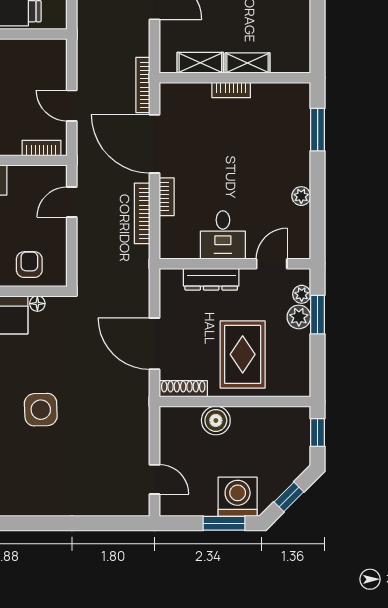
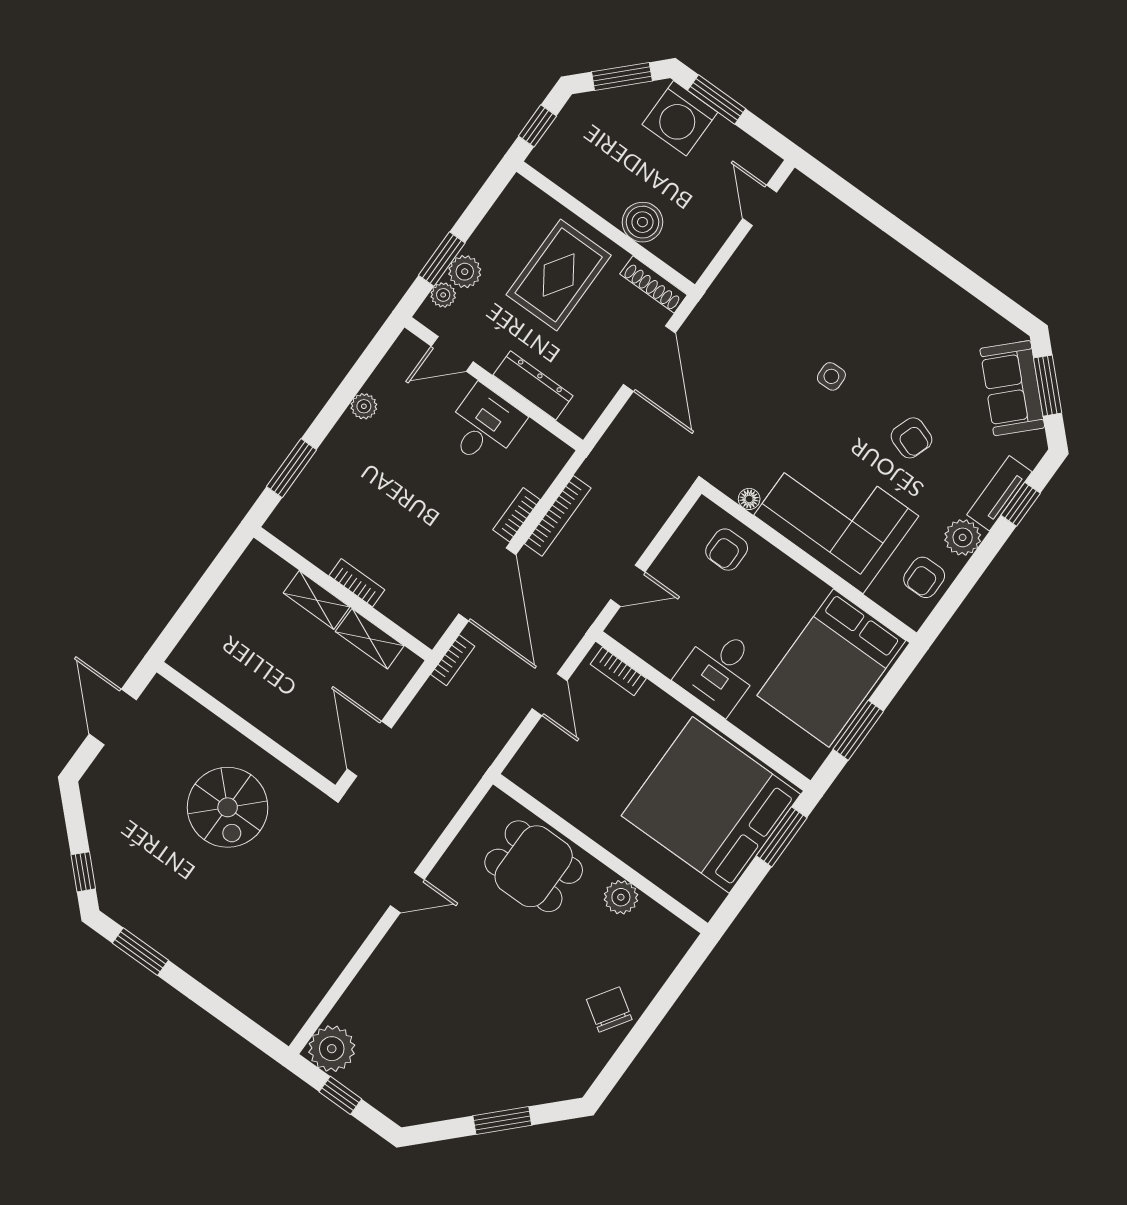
bookcase: (143, 85) -> (453, 660), width x0.64
side table: (41, 410) -> (831, 376), width x0.54, depth x0.54
window: (289, 497) -> (622, 76), width x1.50

